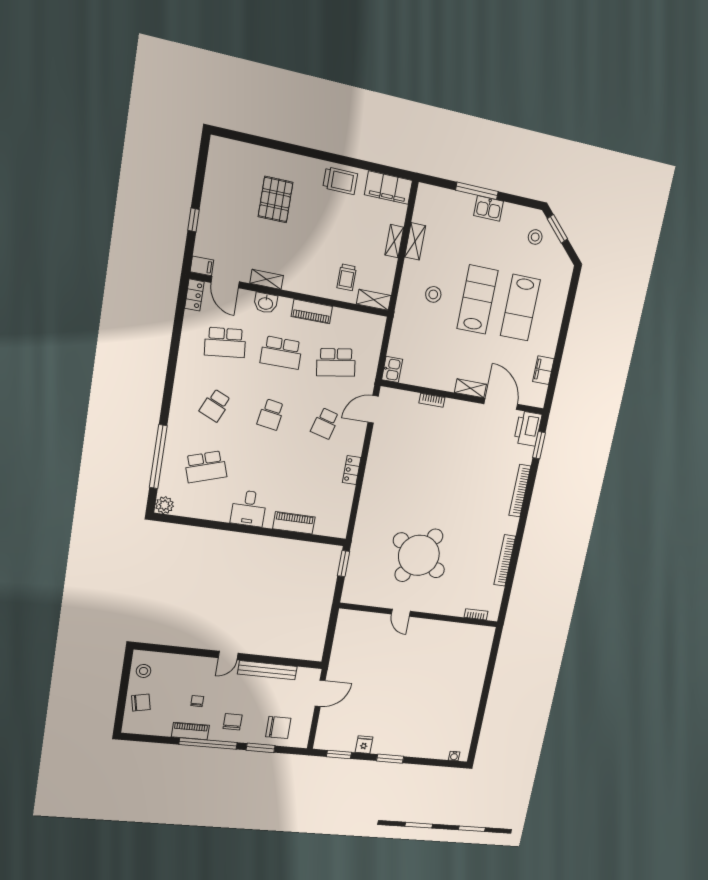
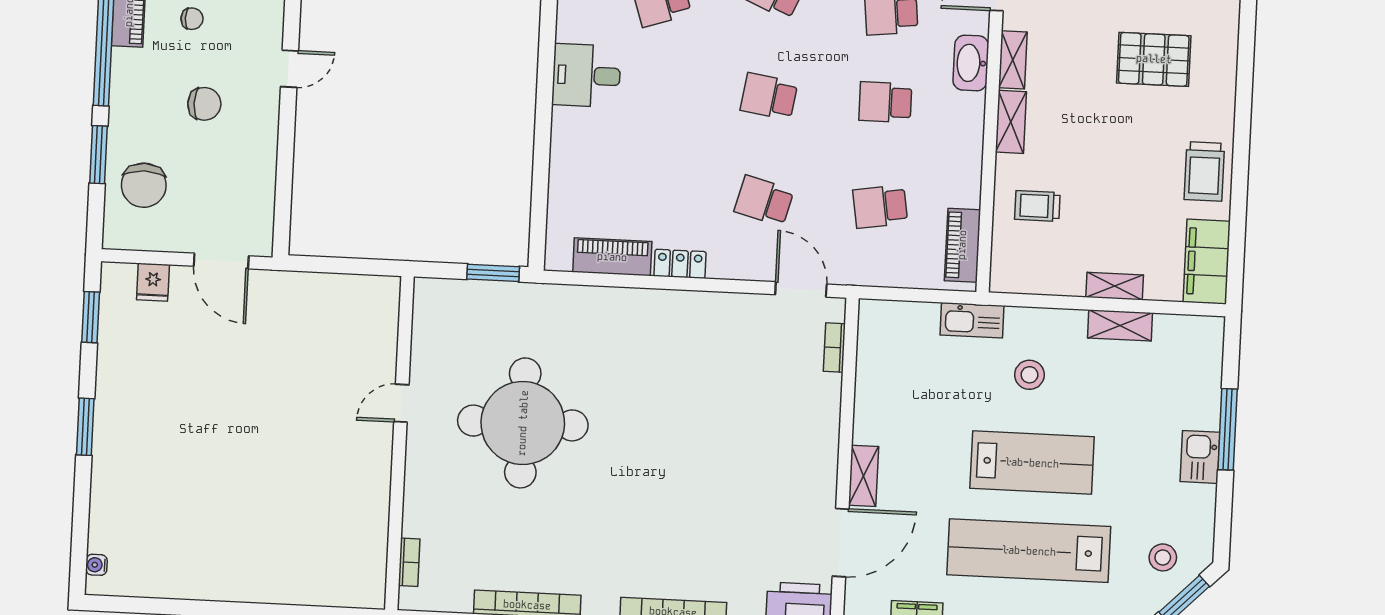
shelving: (374, 300) -> (1011, 122), moved
washbasin: (266, 303) -> (971, 63), width x1.38
lab bench: (520, 308) -> (1029, 551), width x1.36
piano: (312, 311) -> (962, 245), moved
school desk: (281, 353) -> (885, 102), width x0.54
school desk: (336, 362) -> (880, 207), width x0.54
kitchen sink: (392, 369) -> (972, 320), moved, width x1.38
bookcase: (432, 400) -> (834, 348), moved
piano: (294, 523) -> (612, 257), moved, turned -90
round table: (419, 555) -> (523, 423), turned -31
door: (228, 656) -> (290, 69), swing flipped
bench: (267, 670) -> (264, 149), removed
chair: (233, 722) -> (204, 104), moved
fridge: (364, 745) -> (153, 282), moved, turned 90

